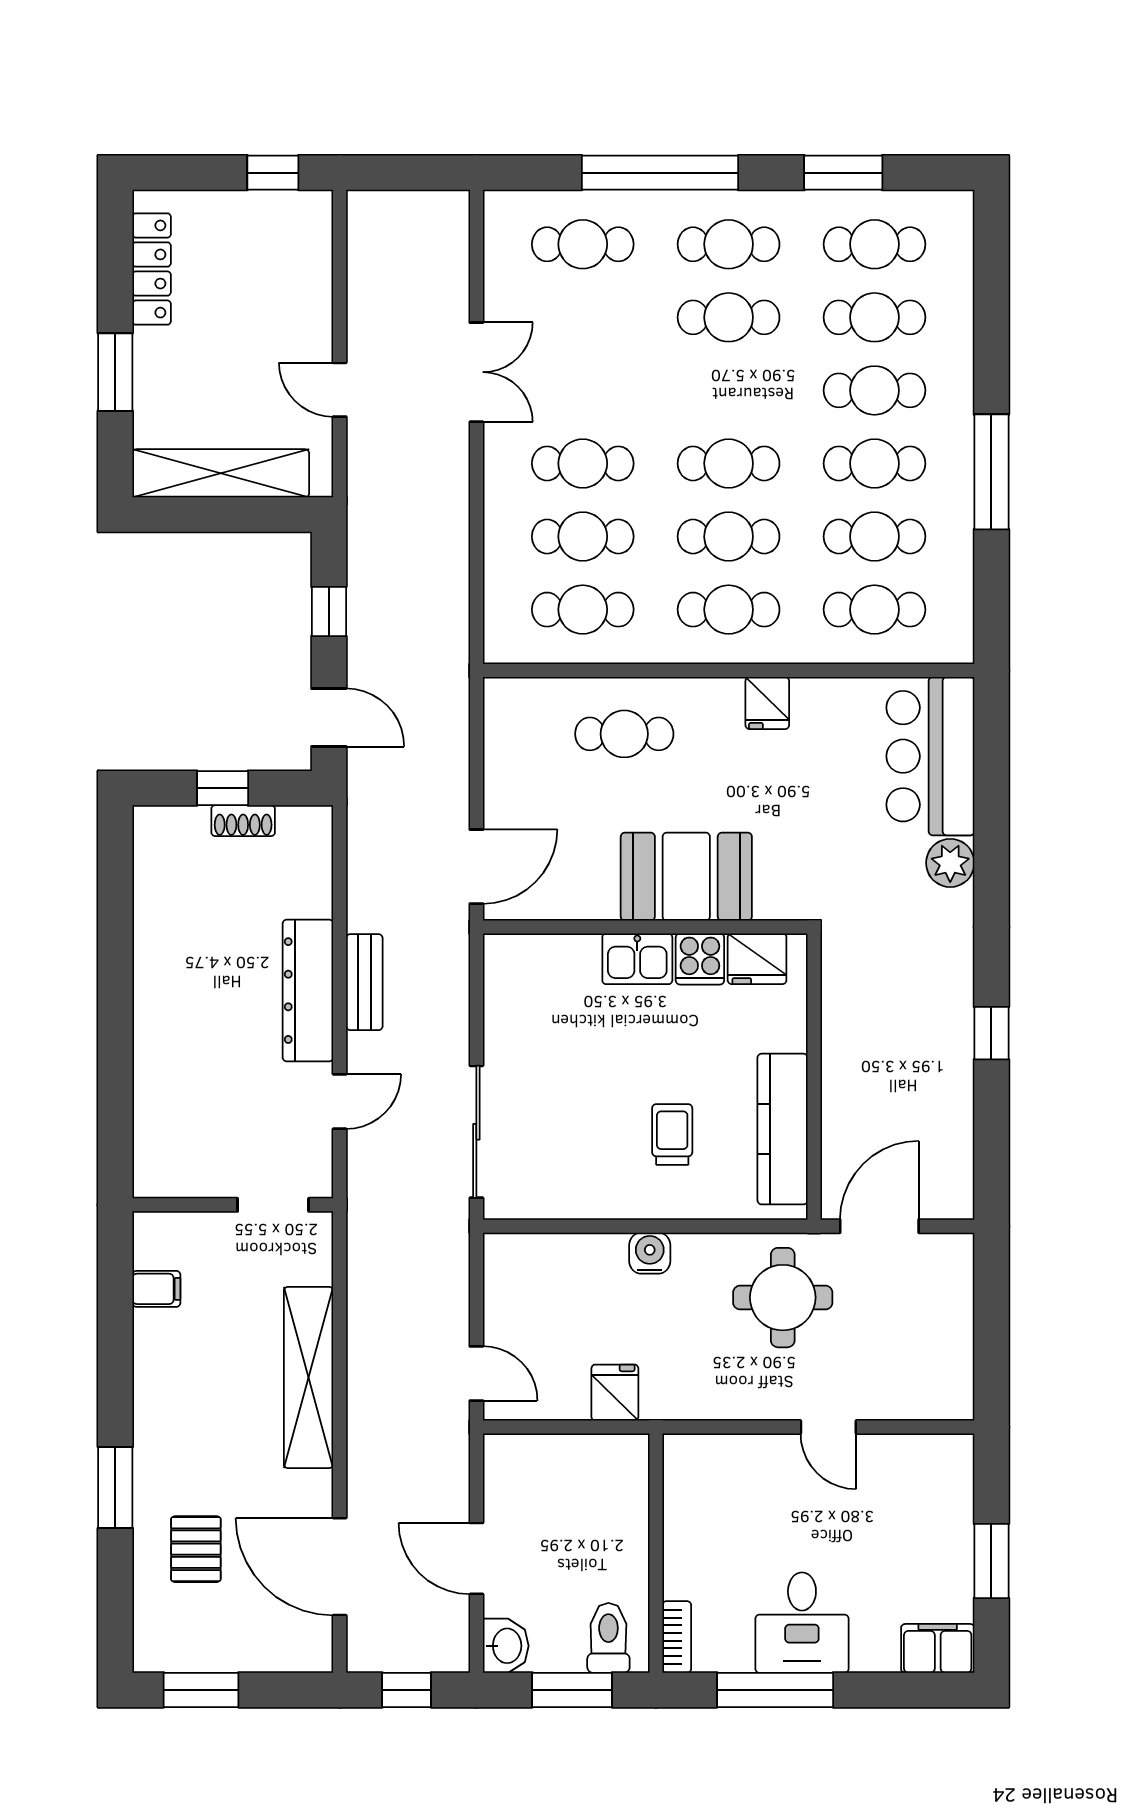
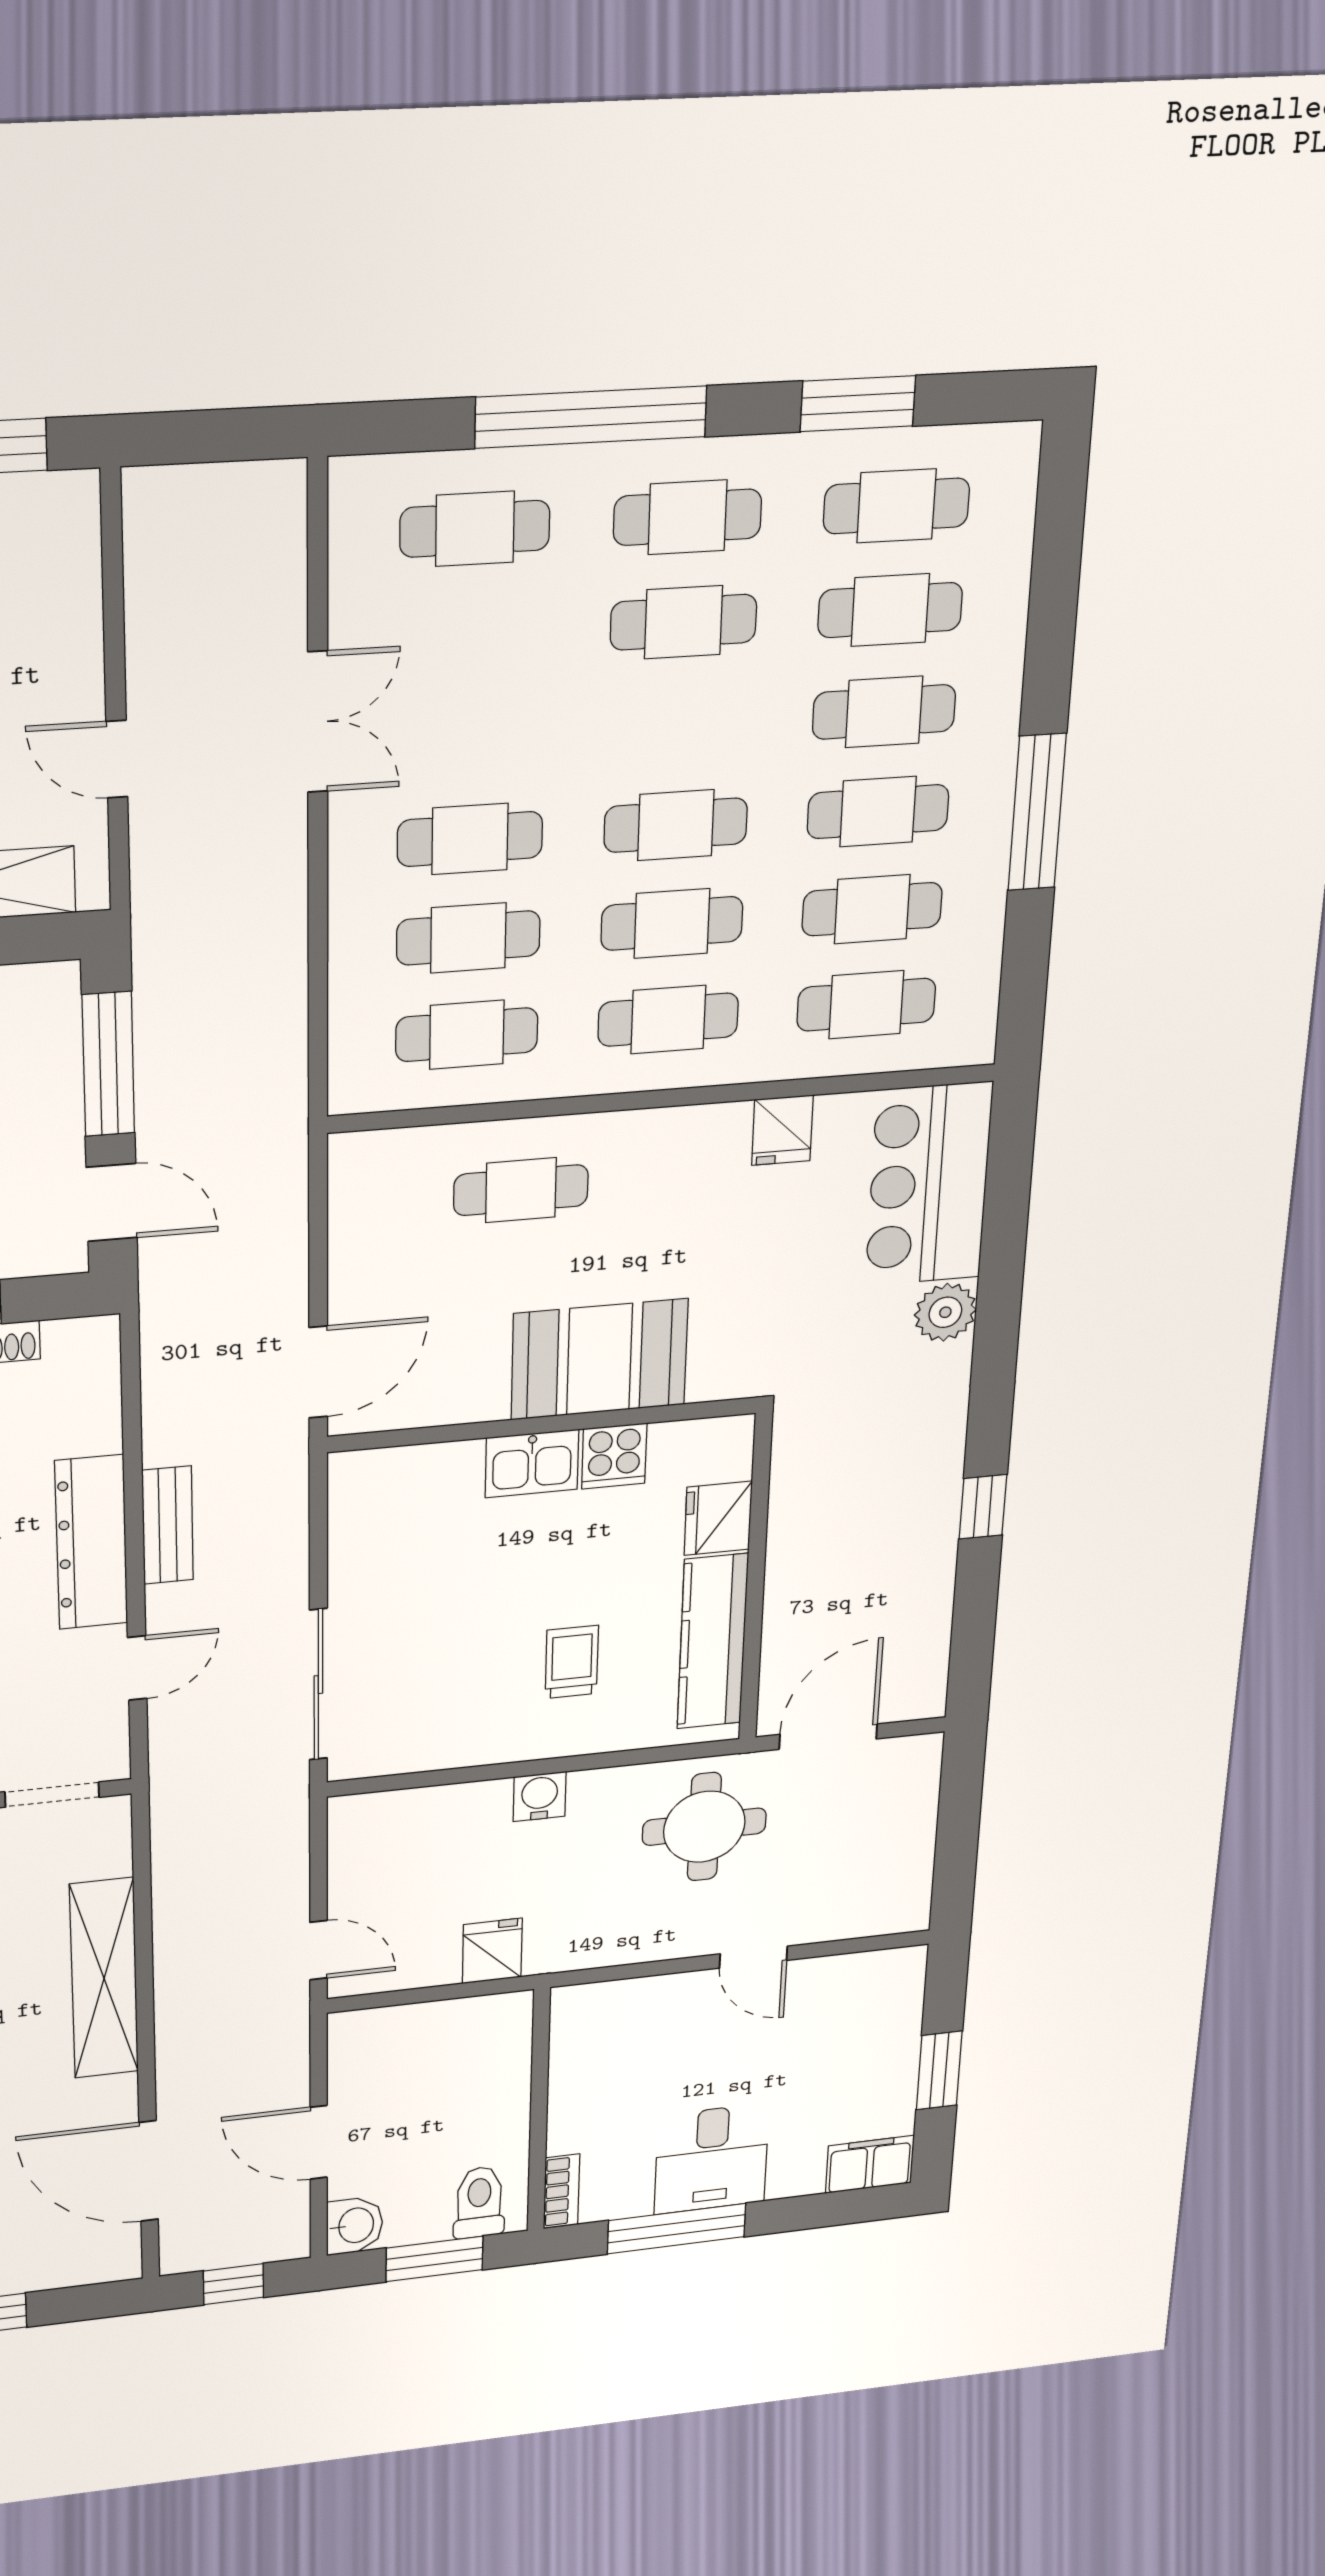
window: (329, 611) -> (108, 1064), width x2.17
fridge: (767, 703) -> (782, 1130), moved
fridge: (757, 959) -> (718, 1518), moved, turned 90

